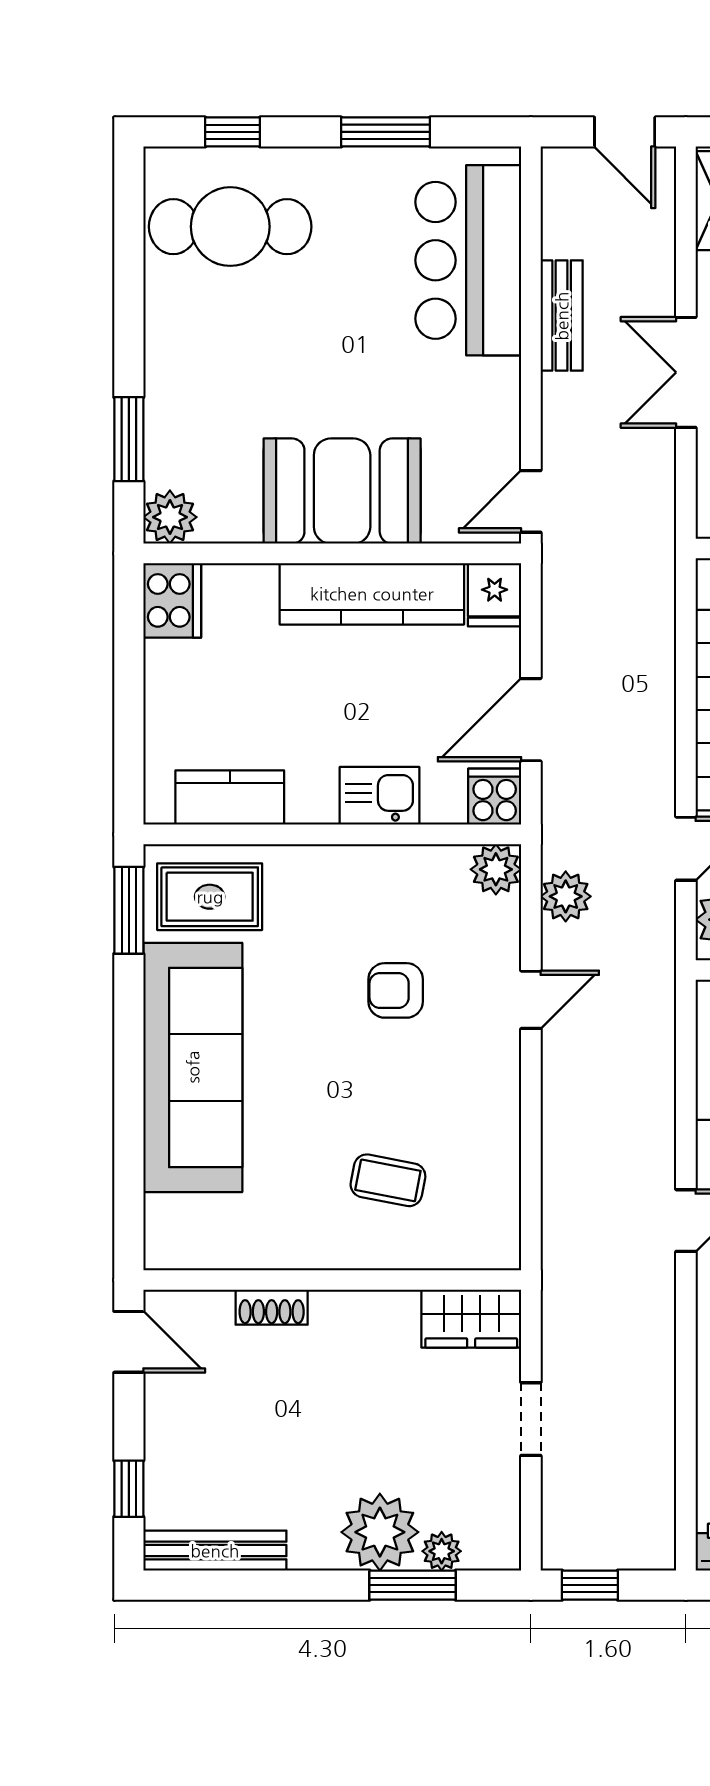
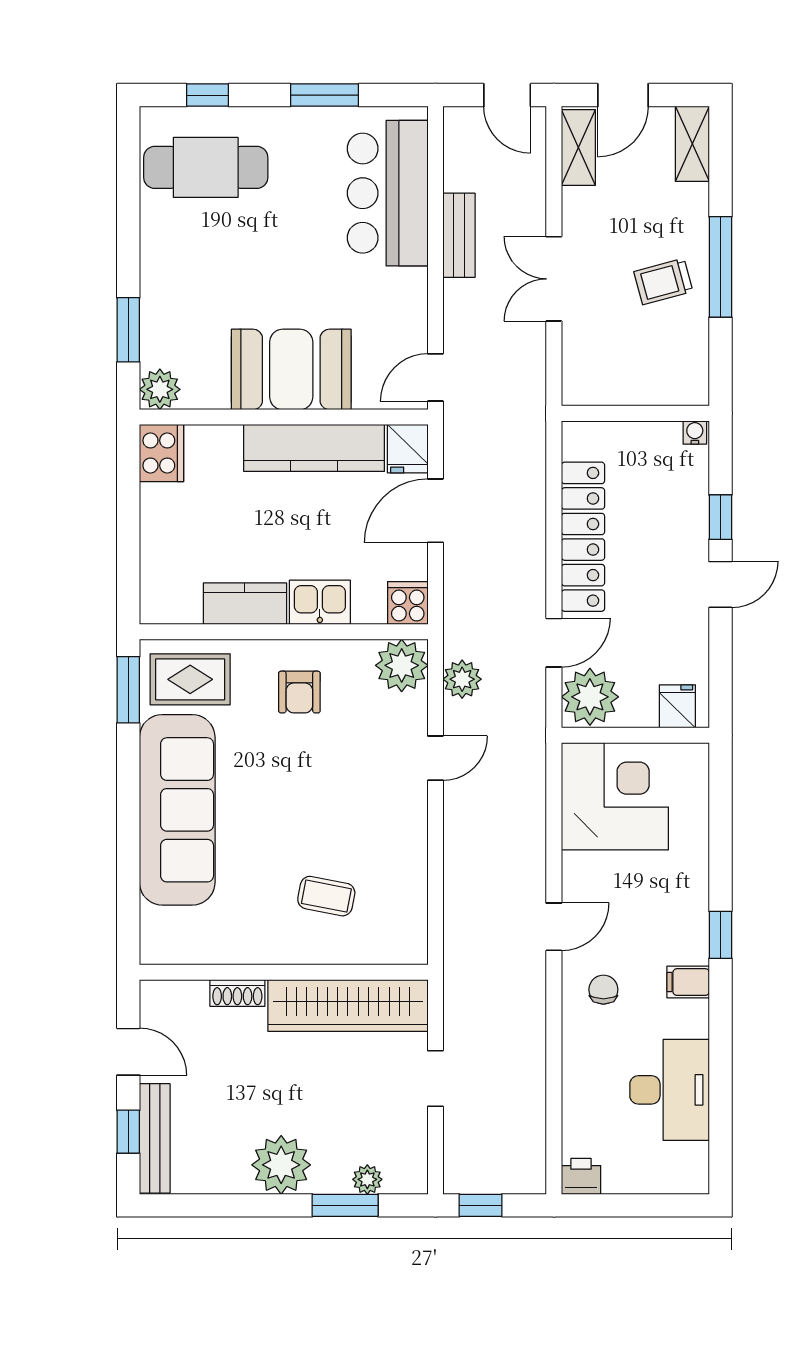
door: (531, 720) -> (435, 511), moved
kitchen counter: (230, 797) -> (245, 604), moved
plant: (496, 869) -> (402, 665), width x1.36, depth x1.36
armchair: (396, 990) -> (299, 692), moved, turned -90
wardrobe: (471, 1319) -> (348, 1006), width x2.10, depth x1.17
door: (129, 1342) -> (128, 1052), moved
plant: (380, 1532) -> (281, 1165), moved
bench: (215, 1551) -> (155, 1138), moved, turned 90

